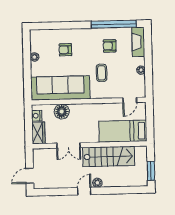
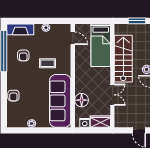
armchair: (65, 50) -> (13, 96), moved

